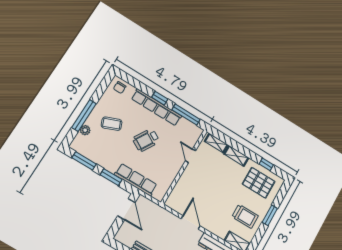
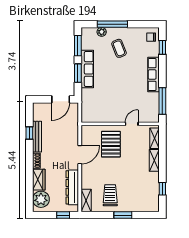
window: (160, 98) -> (162, 47), moved
row of seats: (156, 107) -> (153, 74), width x0.73
wheelchair: (146, 140) -> (123, 82), removed
row of seats: (136, 180) -> (87, 69), moved
pallet: (259, 183) -> (111, 144), moved
trolley: (245, 216) -> (110, 195), turned 180

